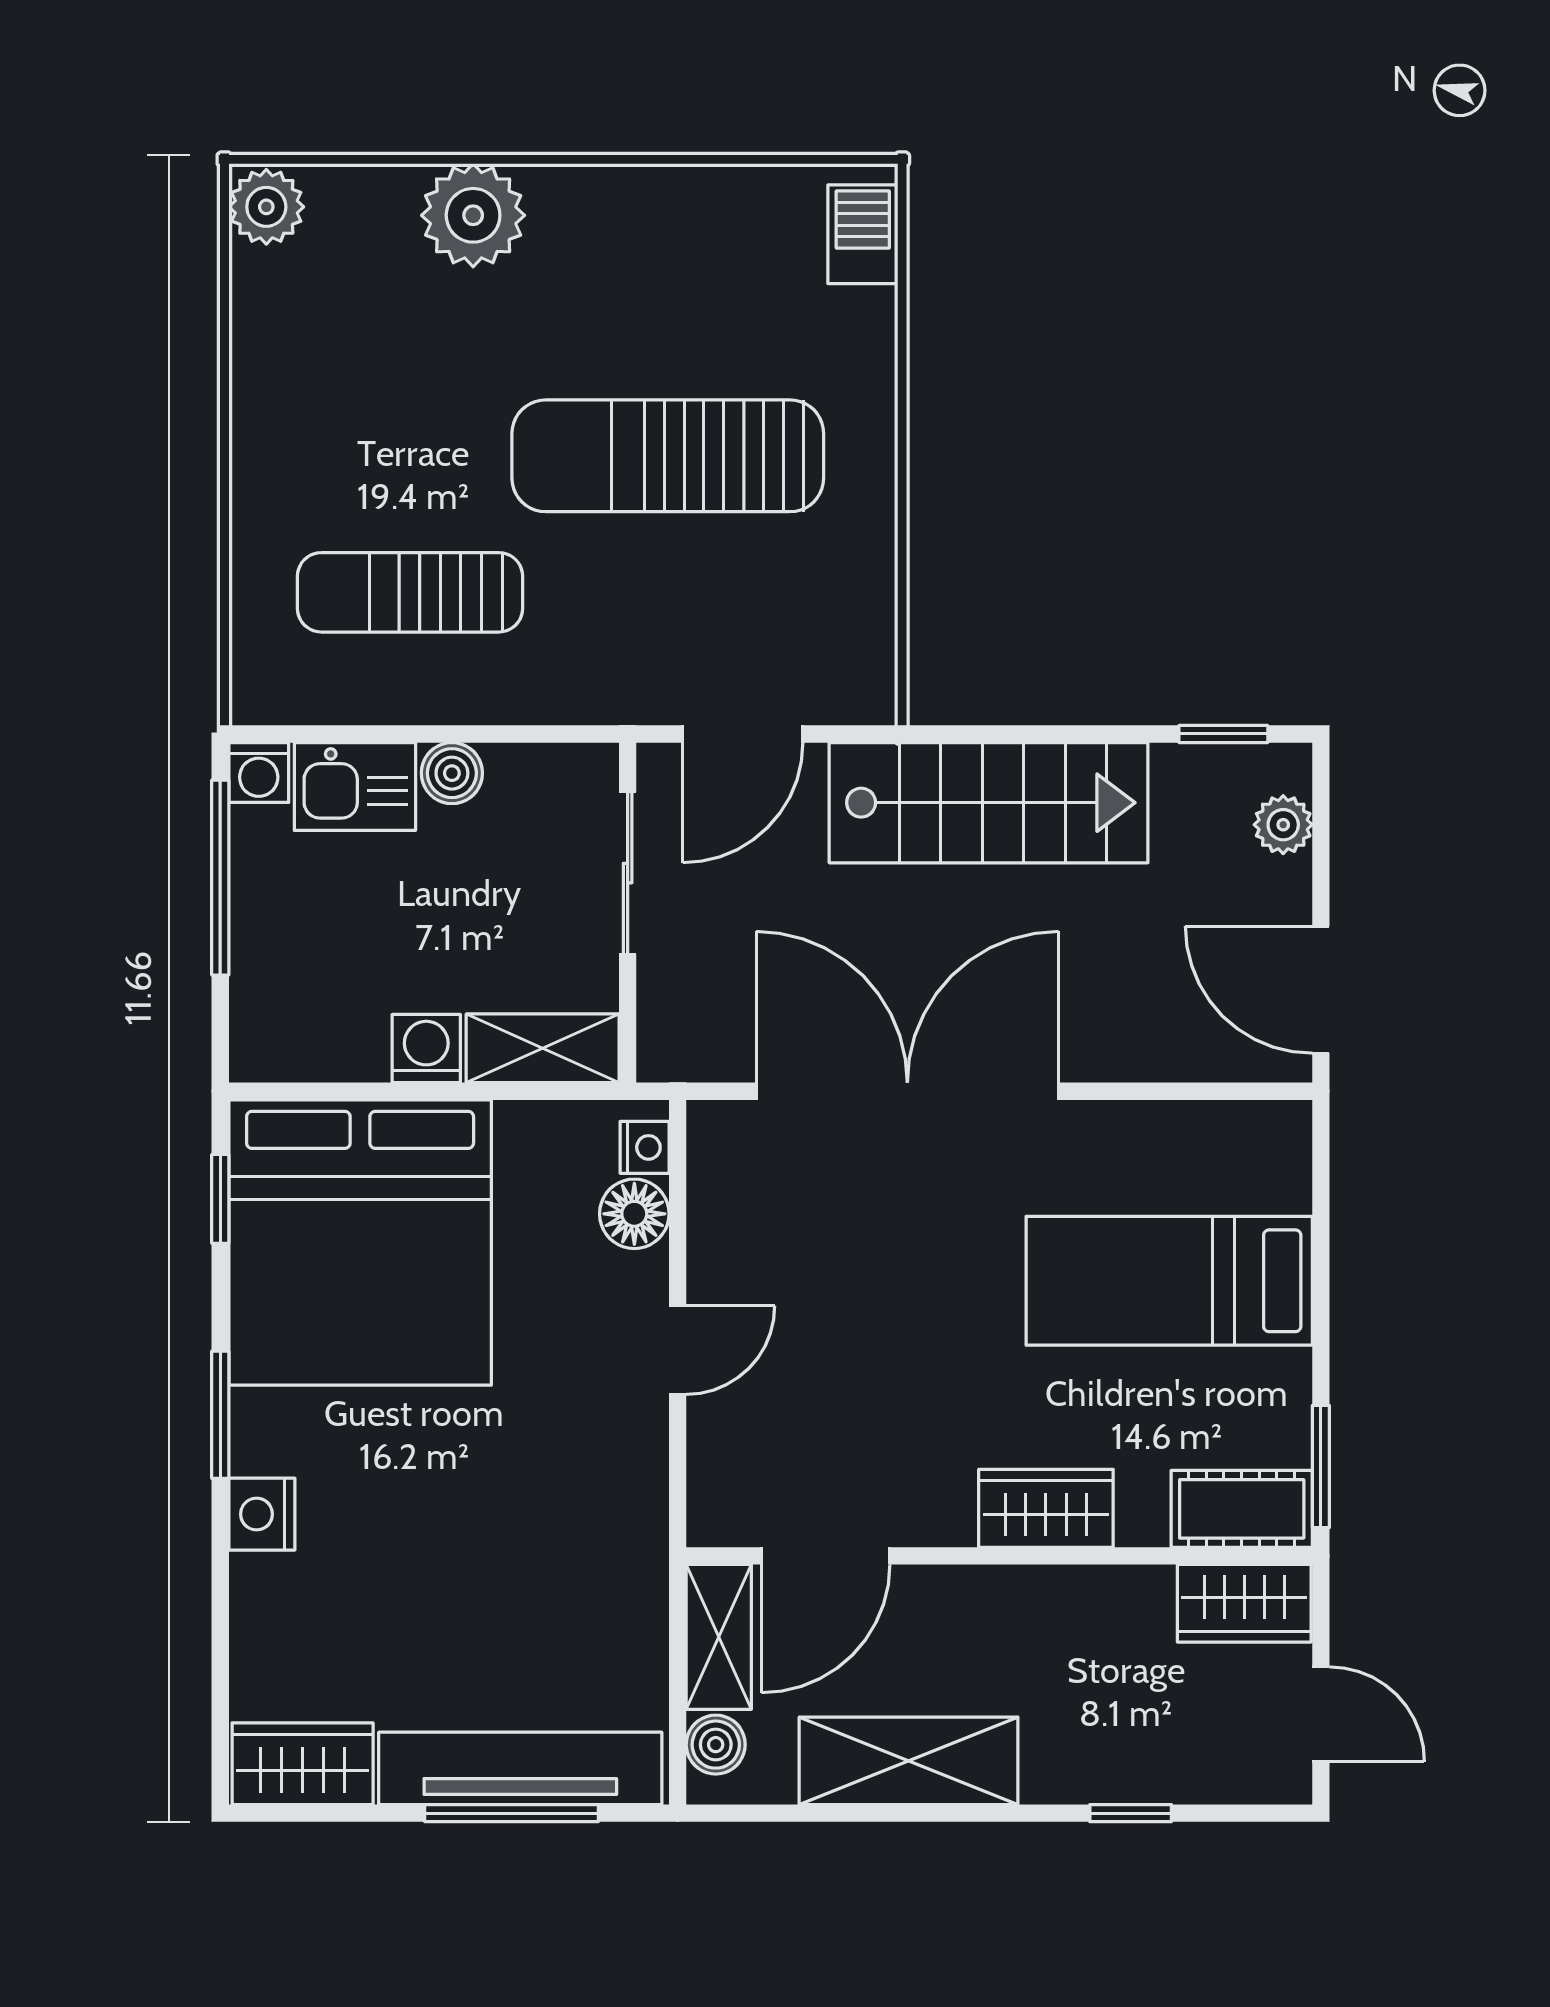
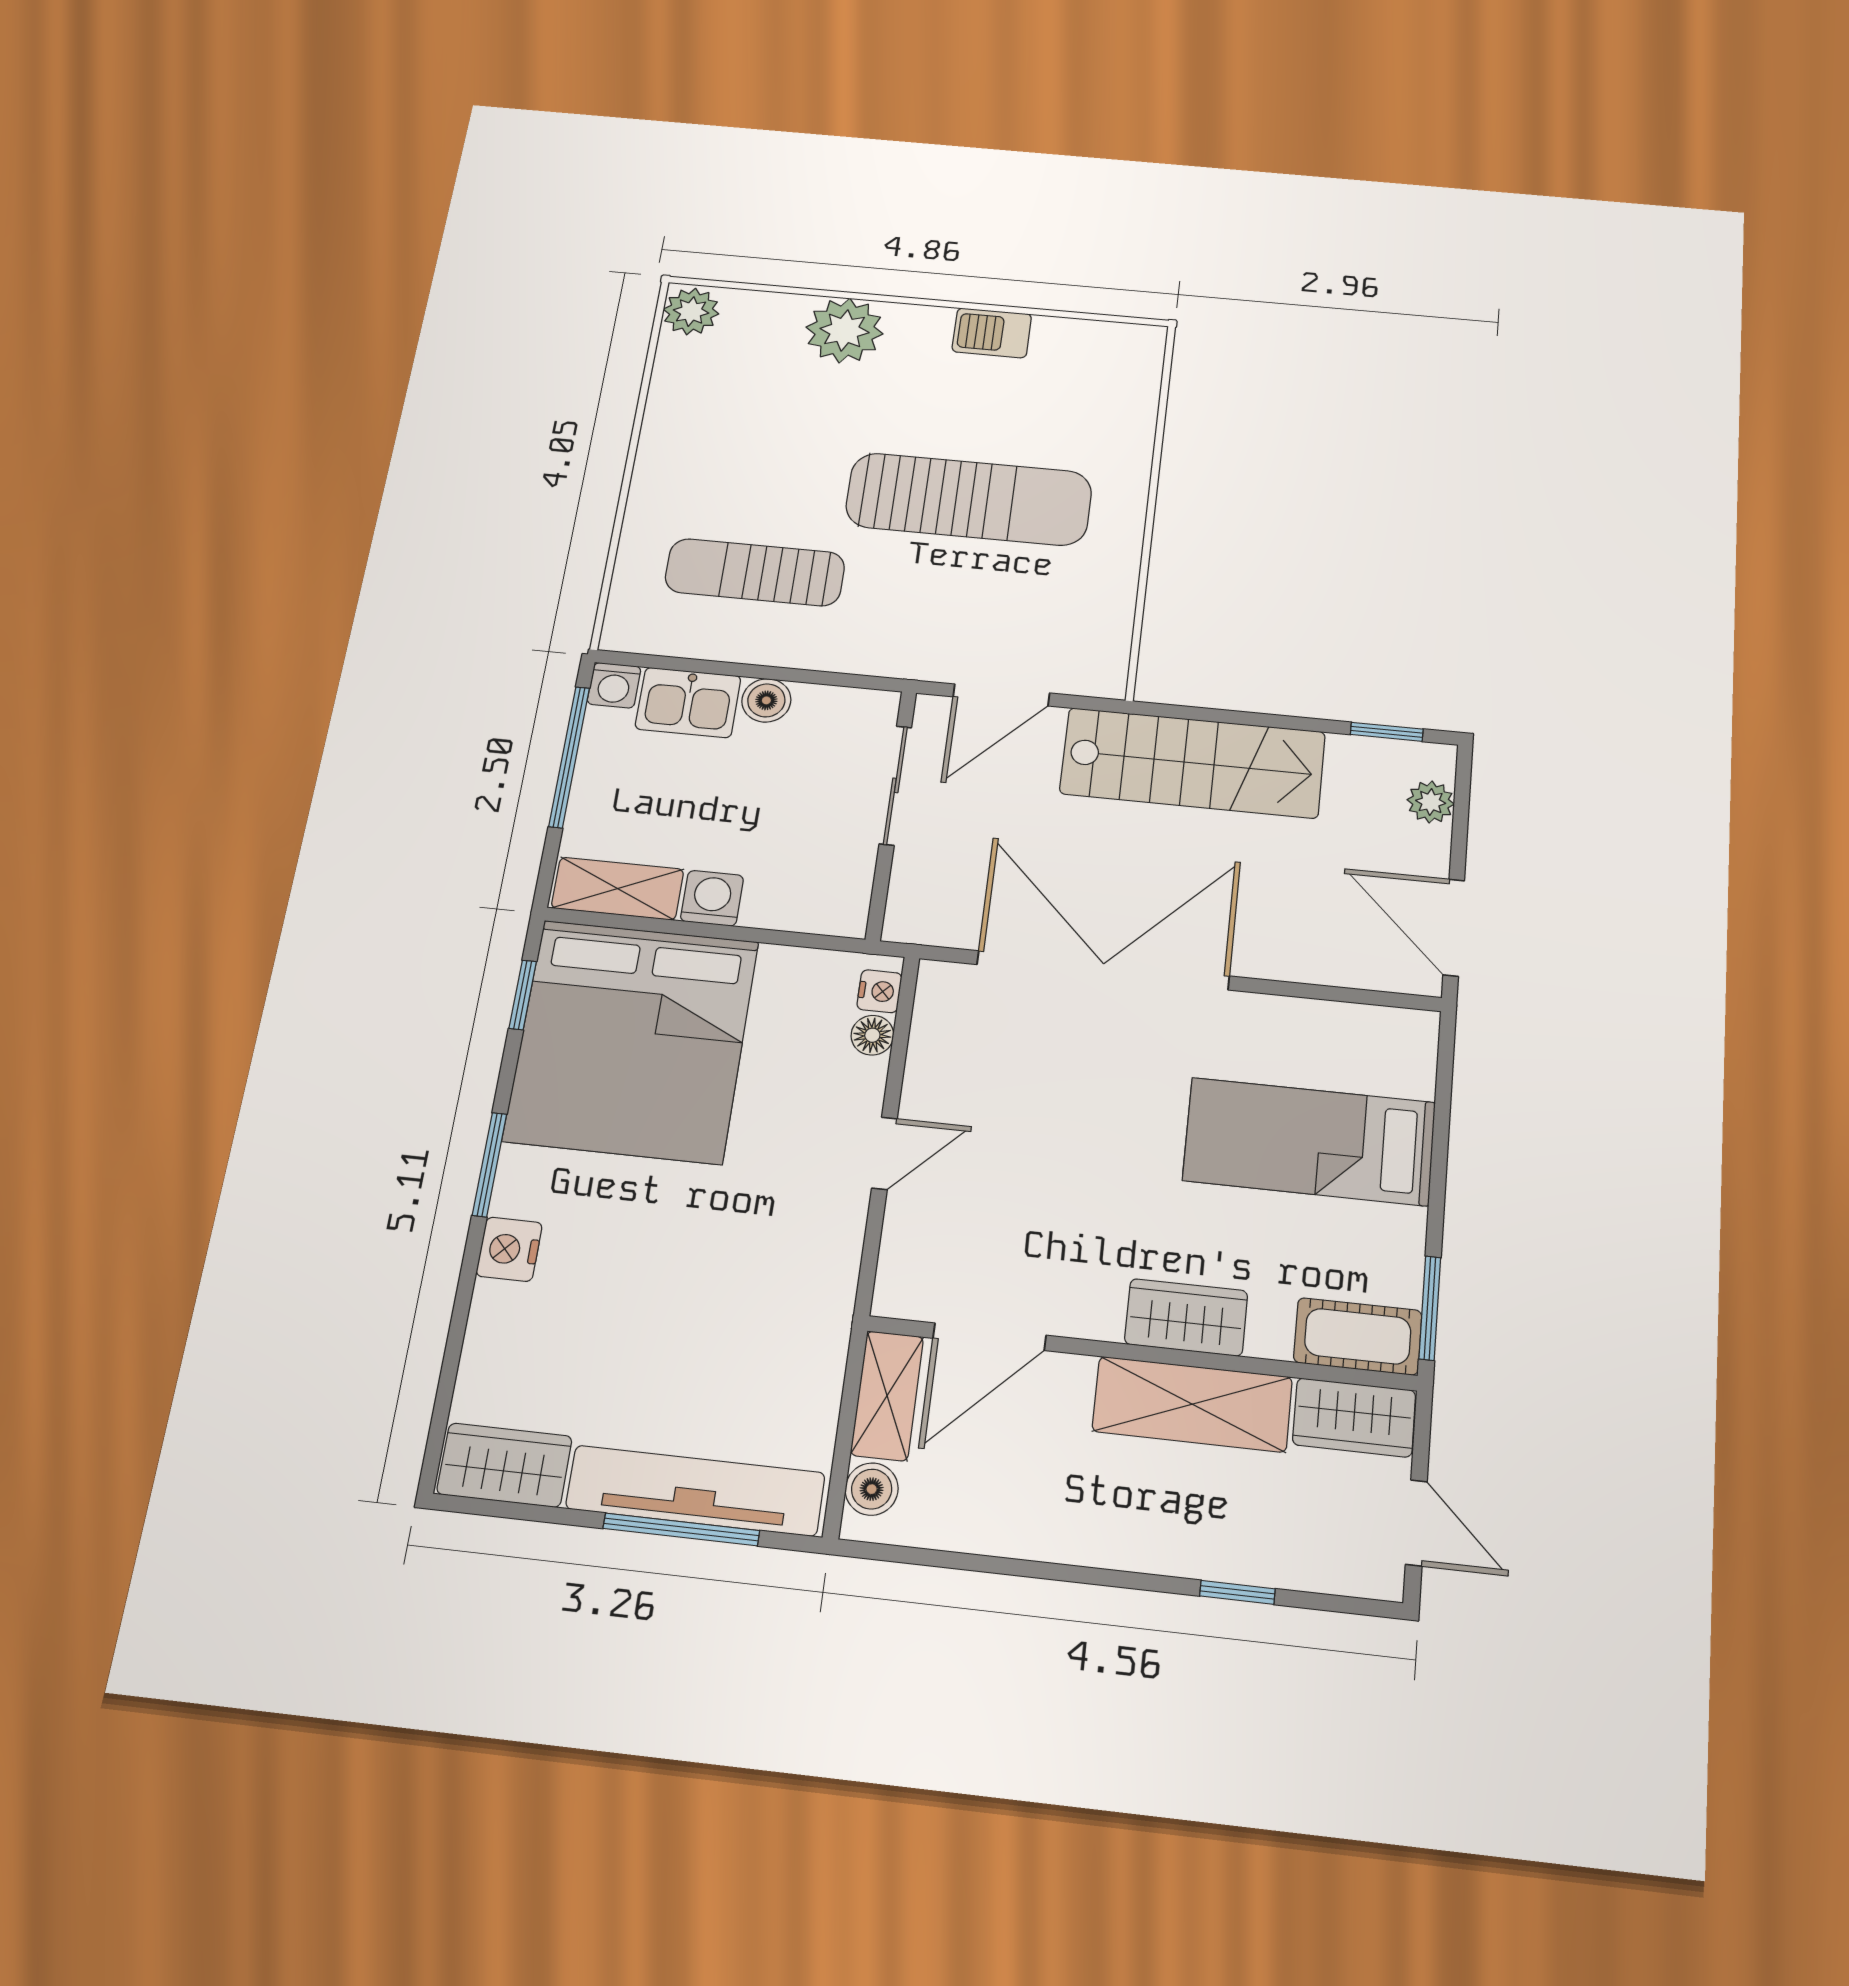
barbecue: (863, 234) -> (992, 333), moved, turned -90
sun lounger: (668, 456) -> (969, 499), turned 180
shelving: (543, 1048) -> (618, 889), moved
floor lamp: (634, 1214) -> (872, 1035), width x0.73, depth x0.73
shelving: (909, 1761) -> (1192, 1404), moved

